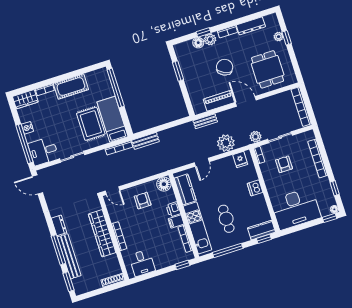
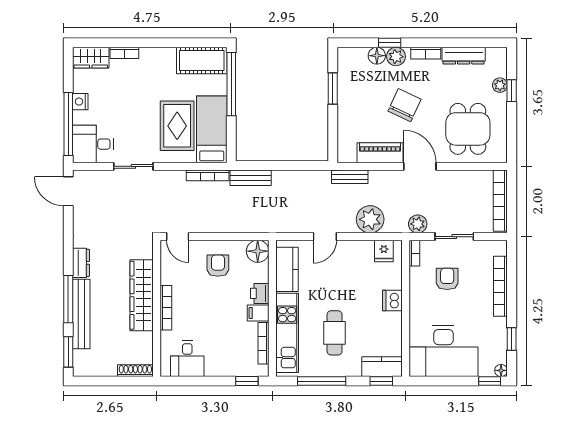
cot: (71, 87) -> (202, 61), moved

